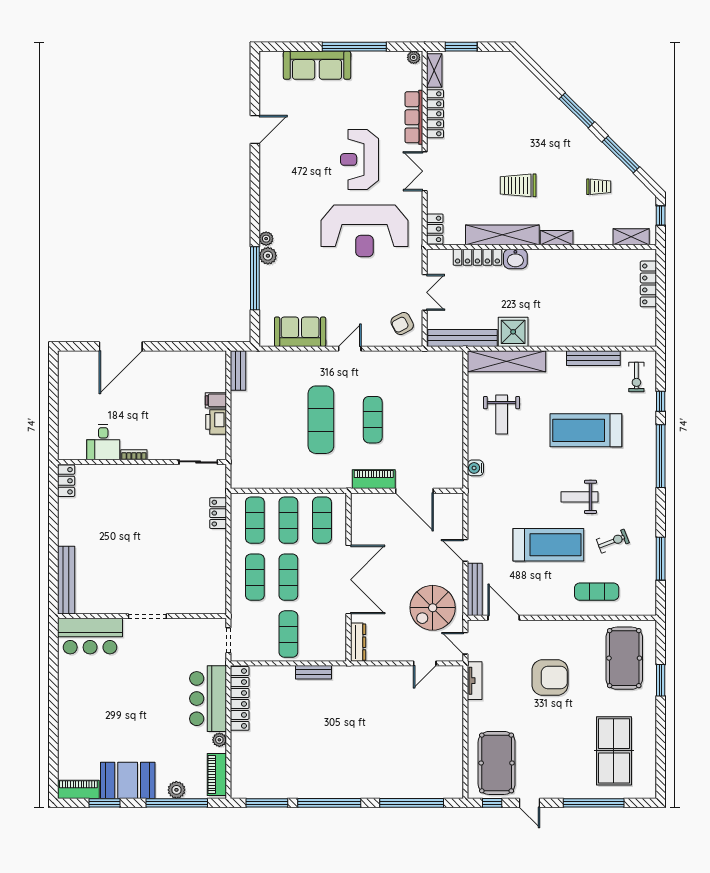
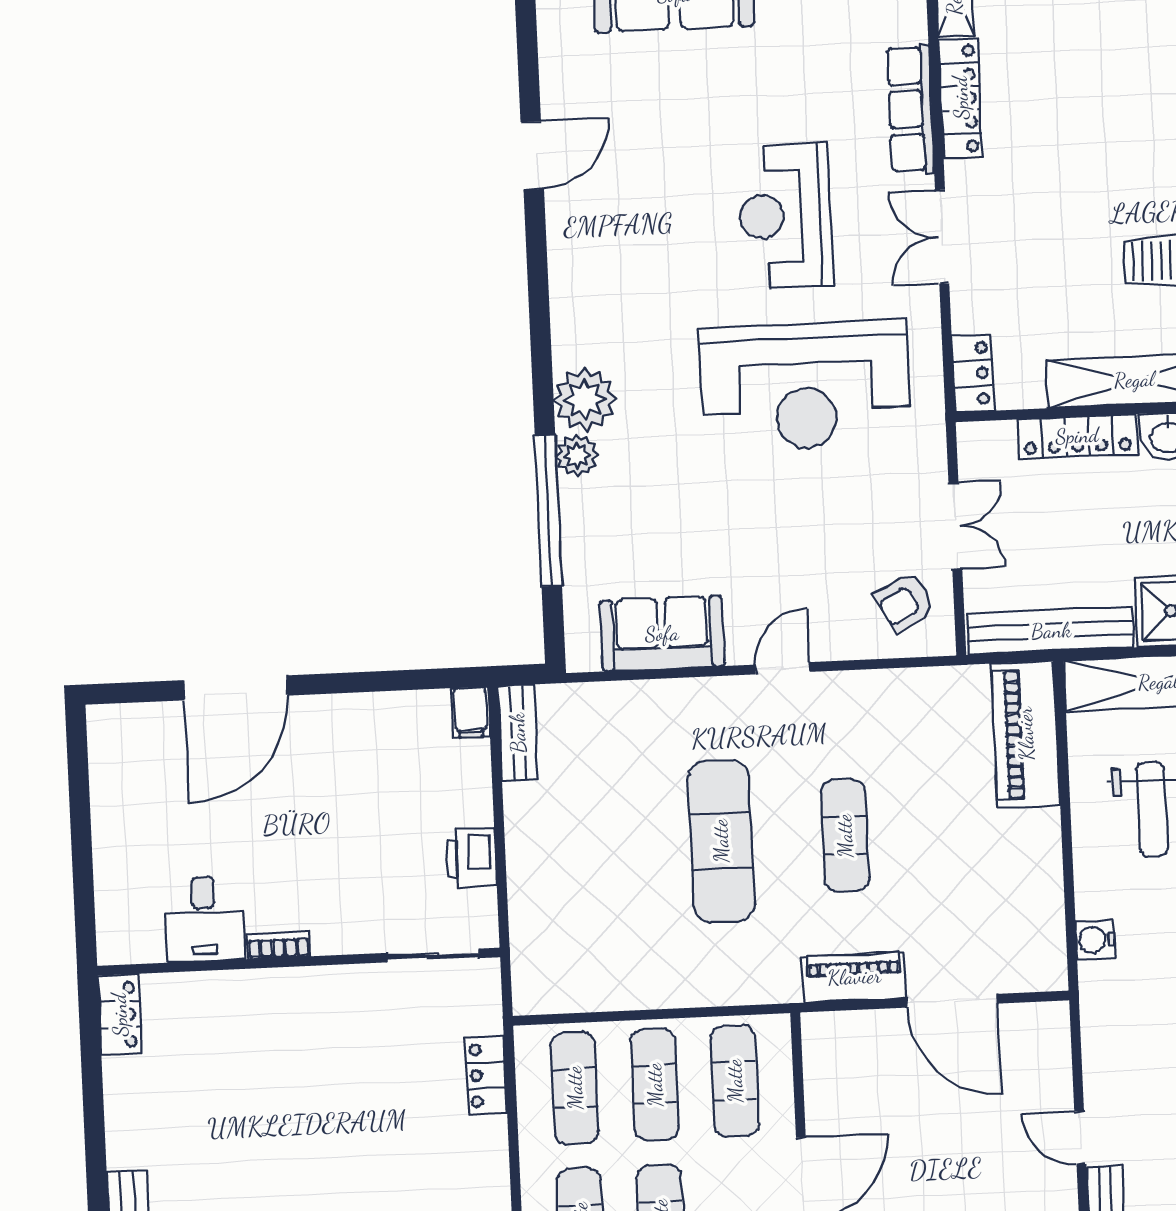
plant: (266, 239) -> (585, 400), width x1.88, depth x1.88
piano: (450, 381) -> (1026, 734), added
filing cabinet: (216, 400) -> (470, 712), moved, turned -90

